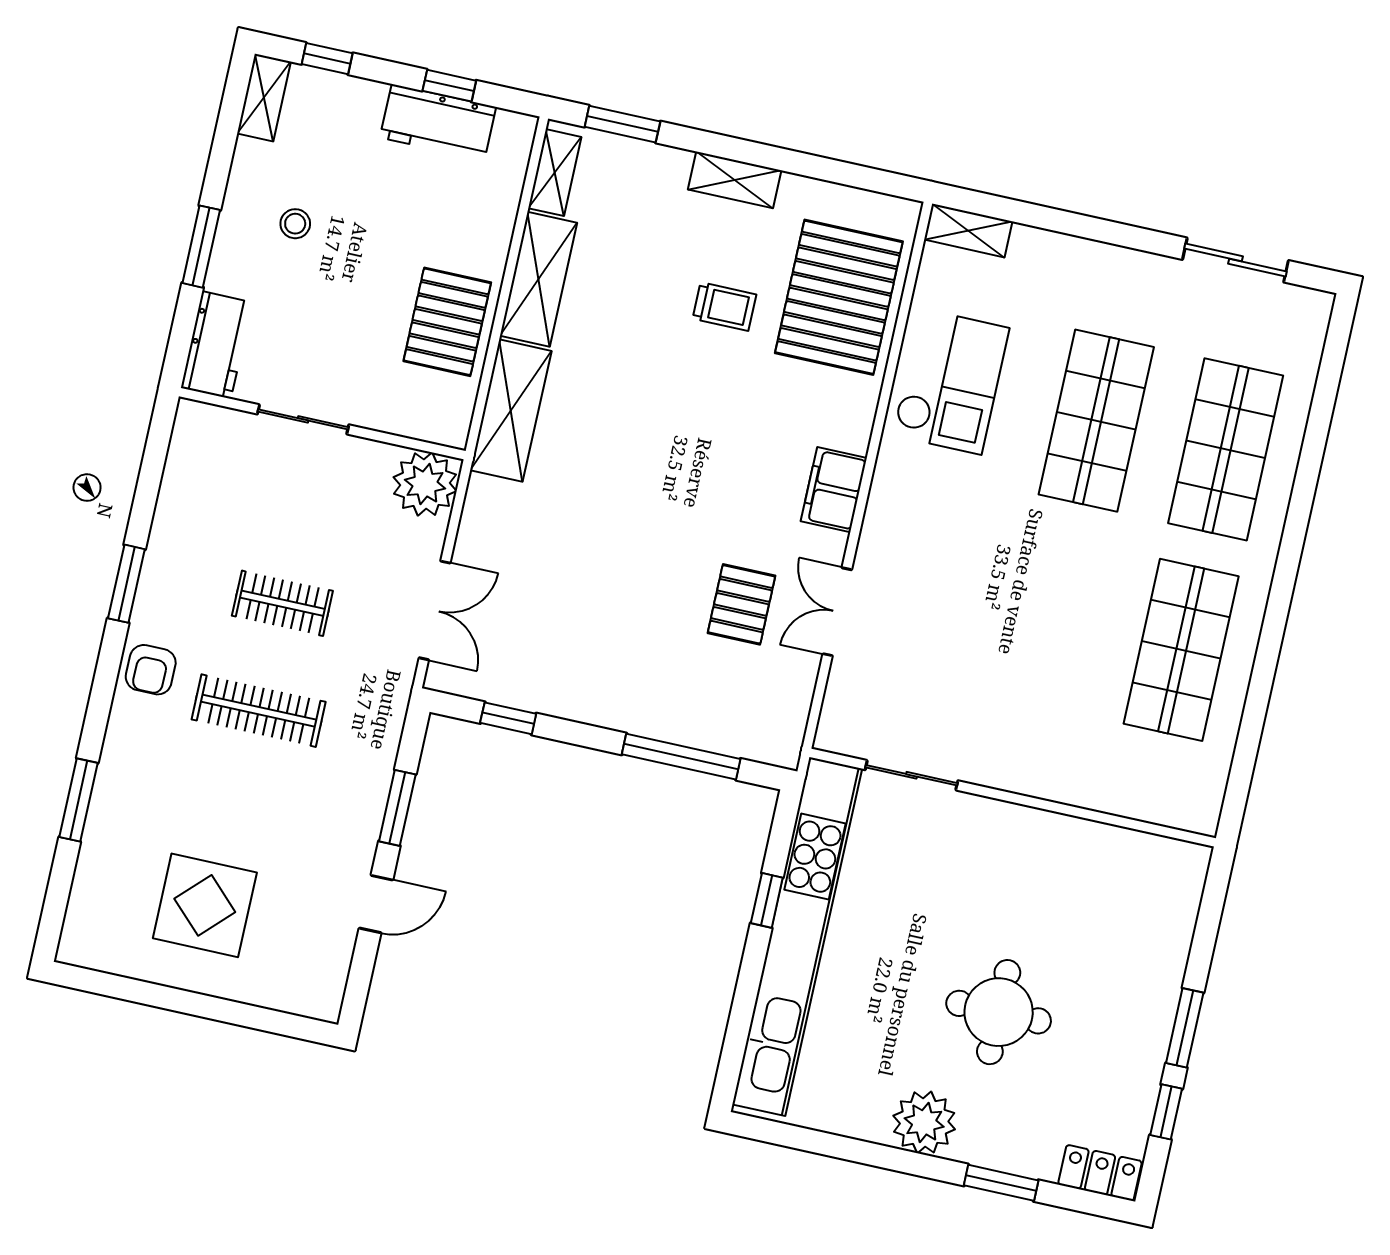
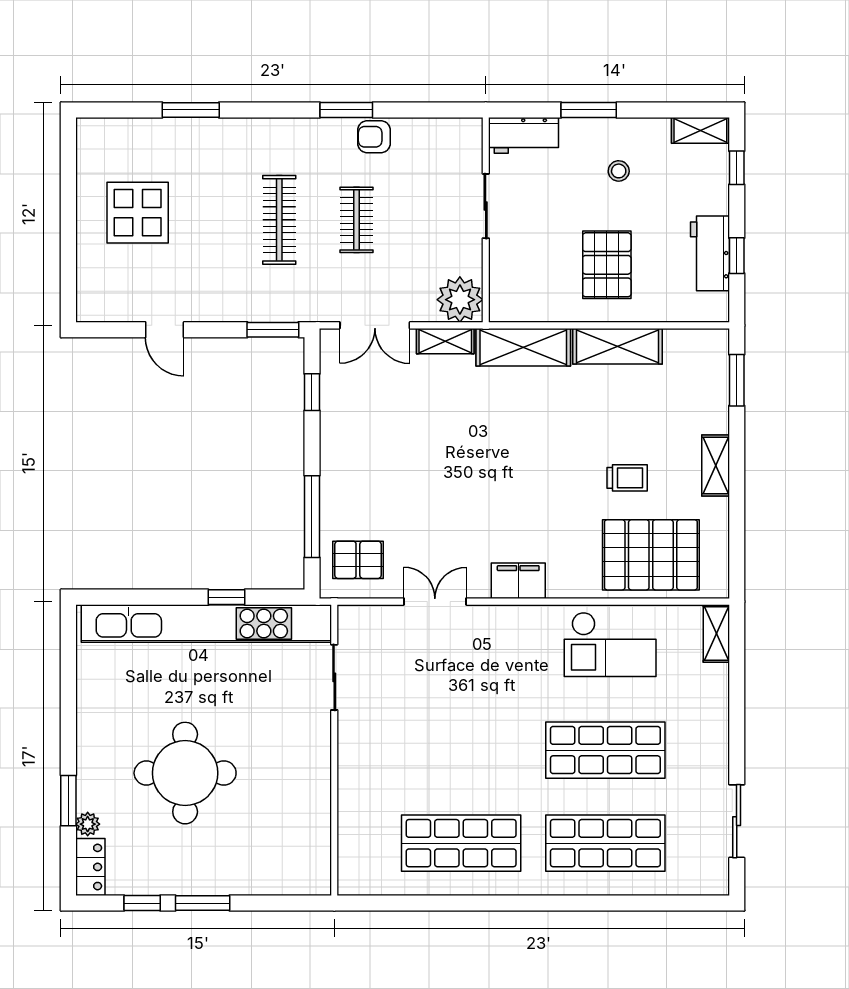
shelving: (555, 173) -> (445, 341), moved
trolley: (725, 307) -> (627, 478), turned -90
pallet: (447, 322) -> (607, 265), moved, turned 90
pallet: (741, 604) -> (358, 560), moved
armchair: (151, 670) -> (374, 137), moved
window: (397, 808) -> (273, 330), moved
round table: (999, 1012) -> (185, 773), width x1.36, depth x1.36
plant: (924, 1122) -> (88, 824), moved, width x0.53, depth x0.53

